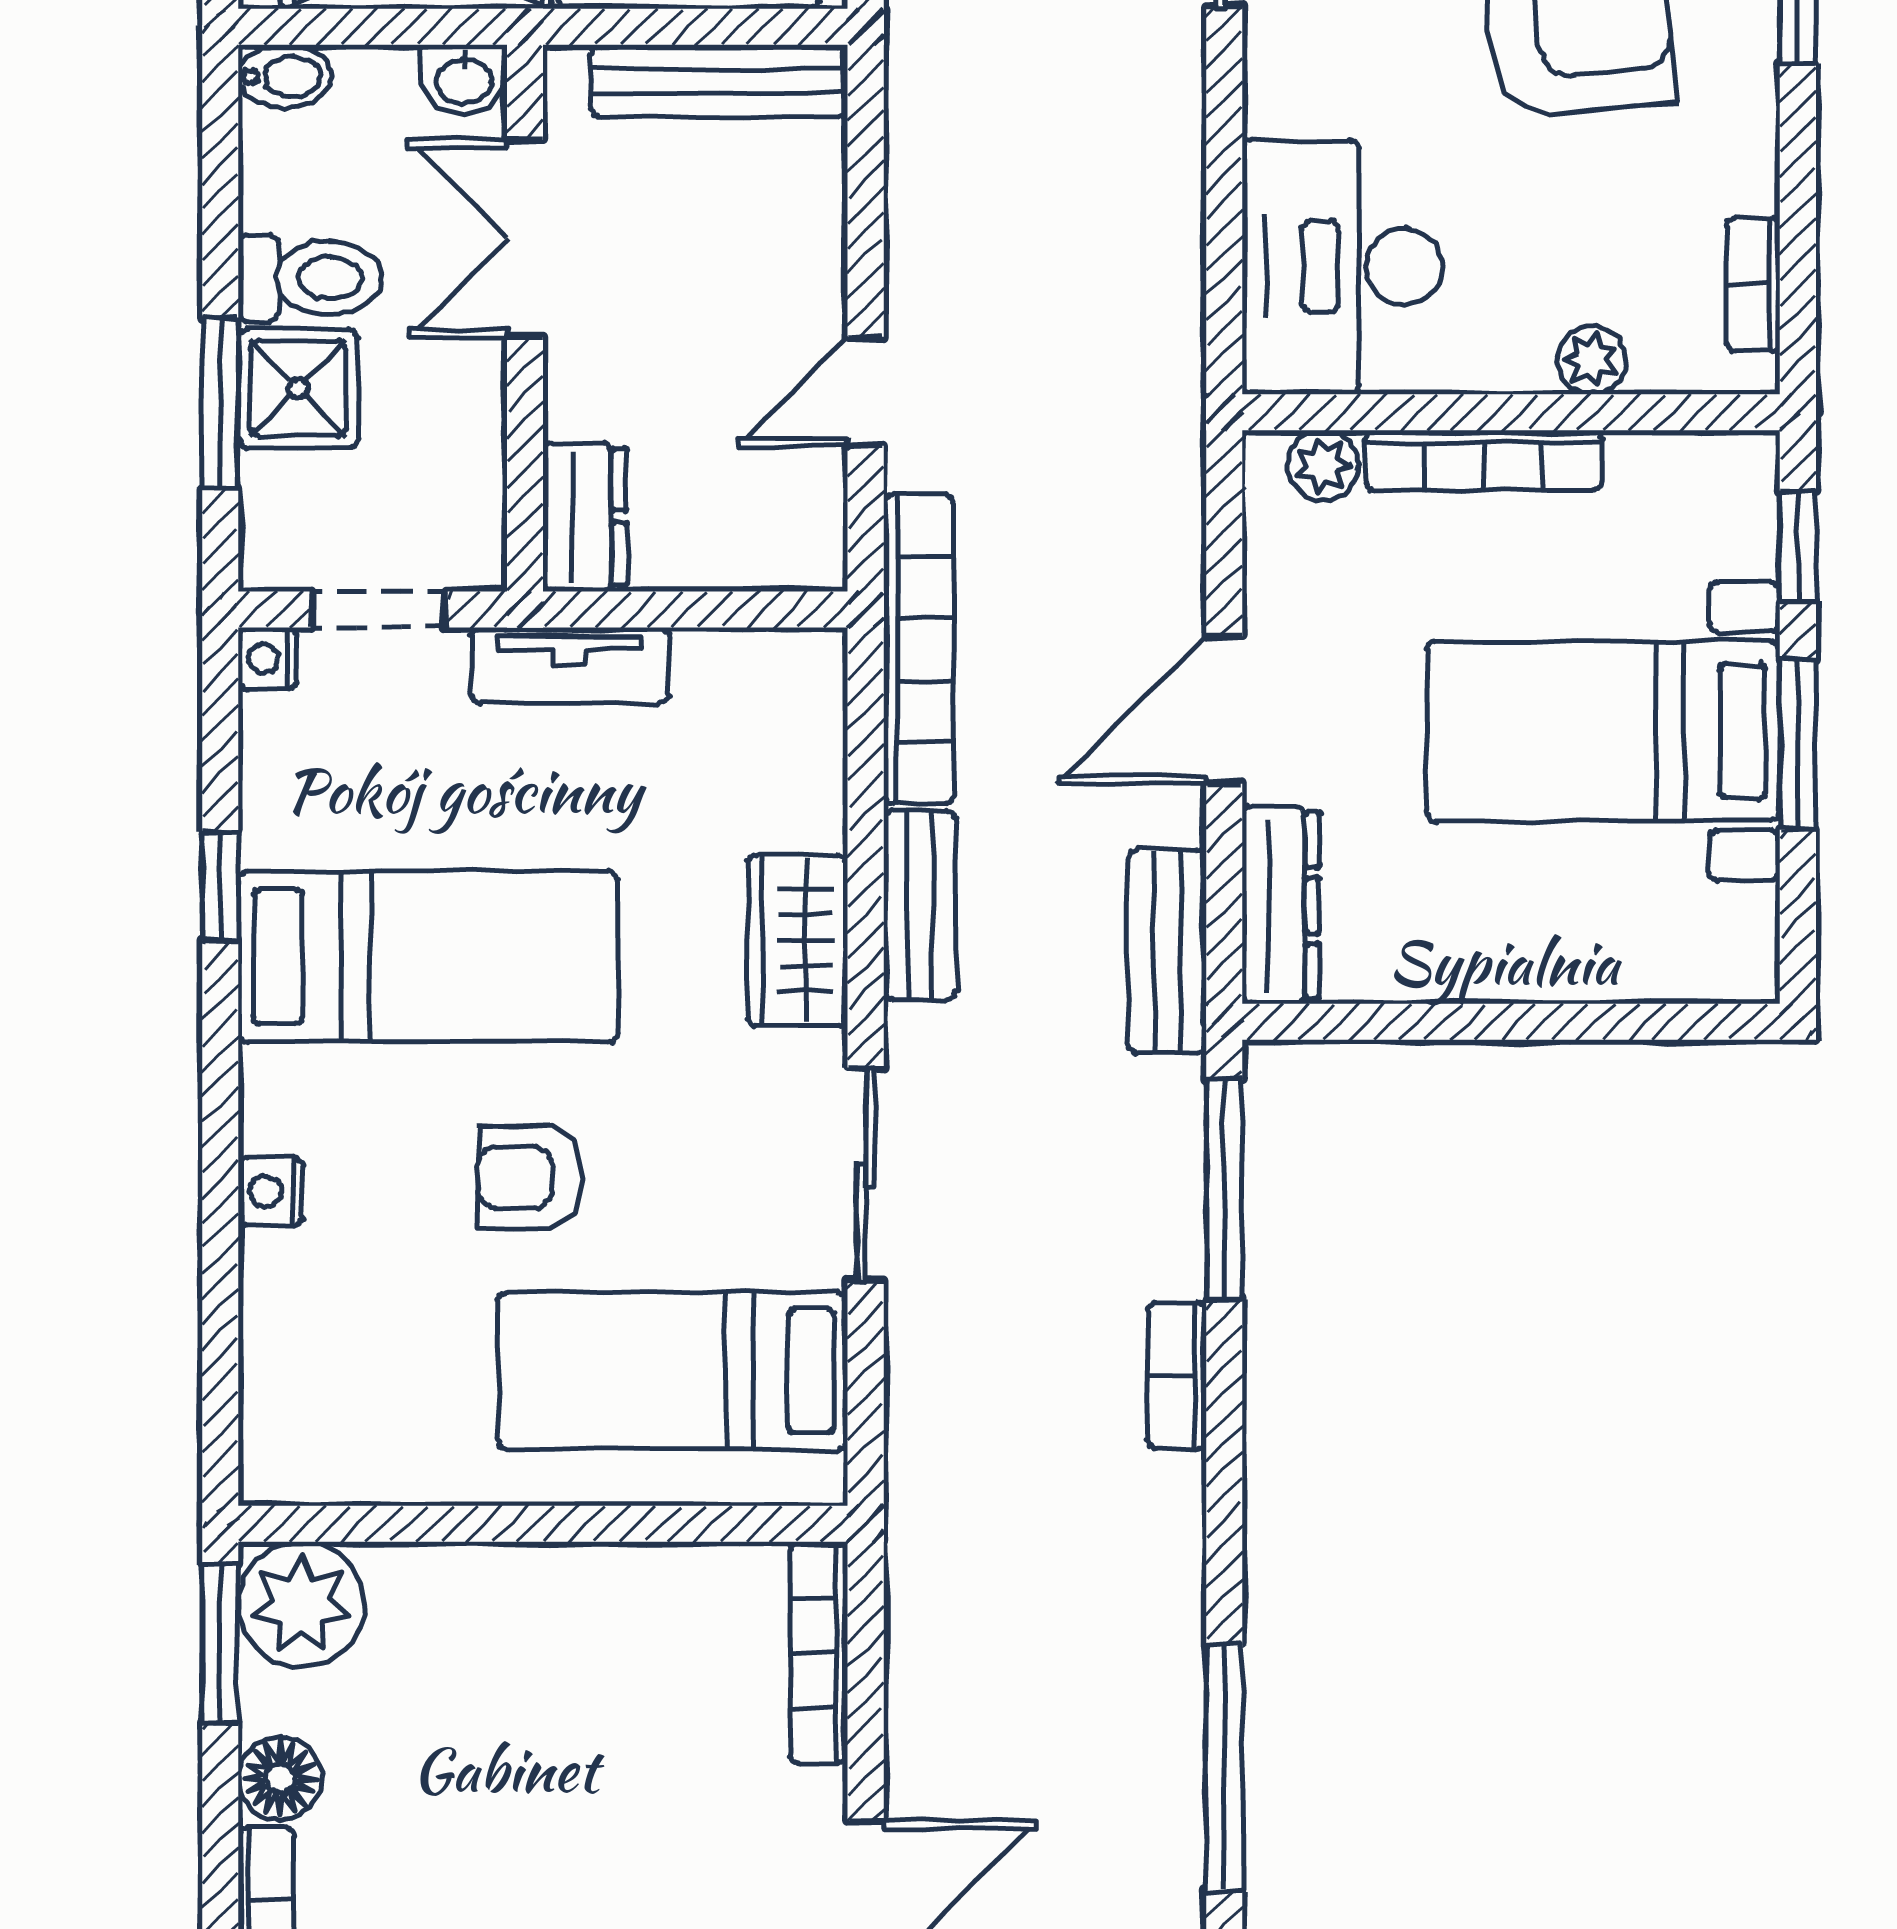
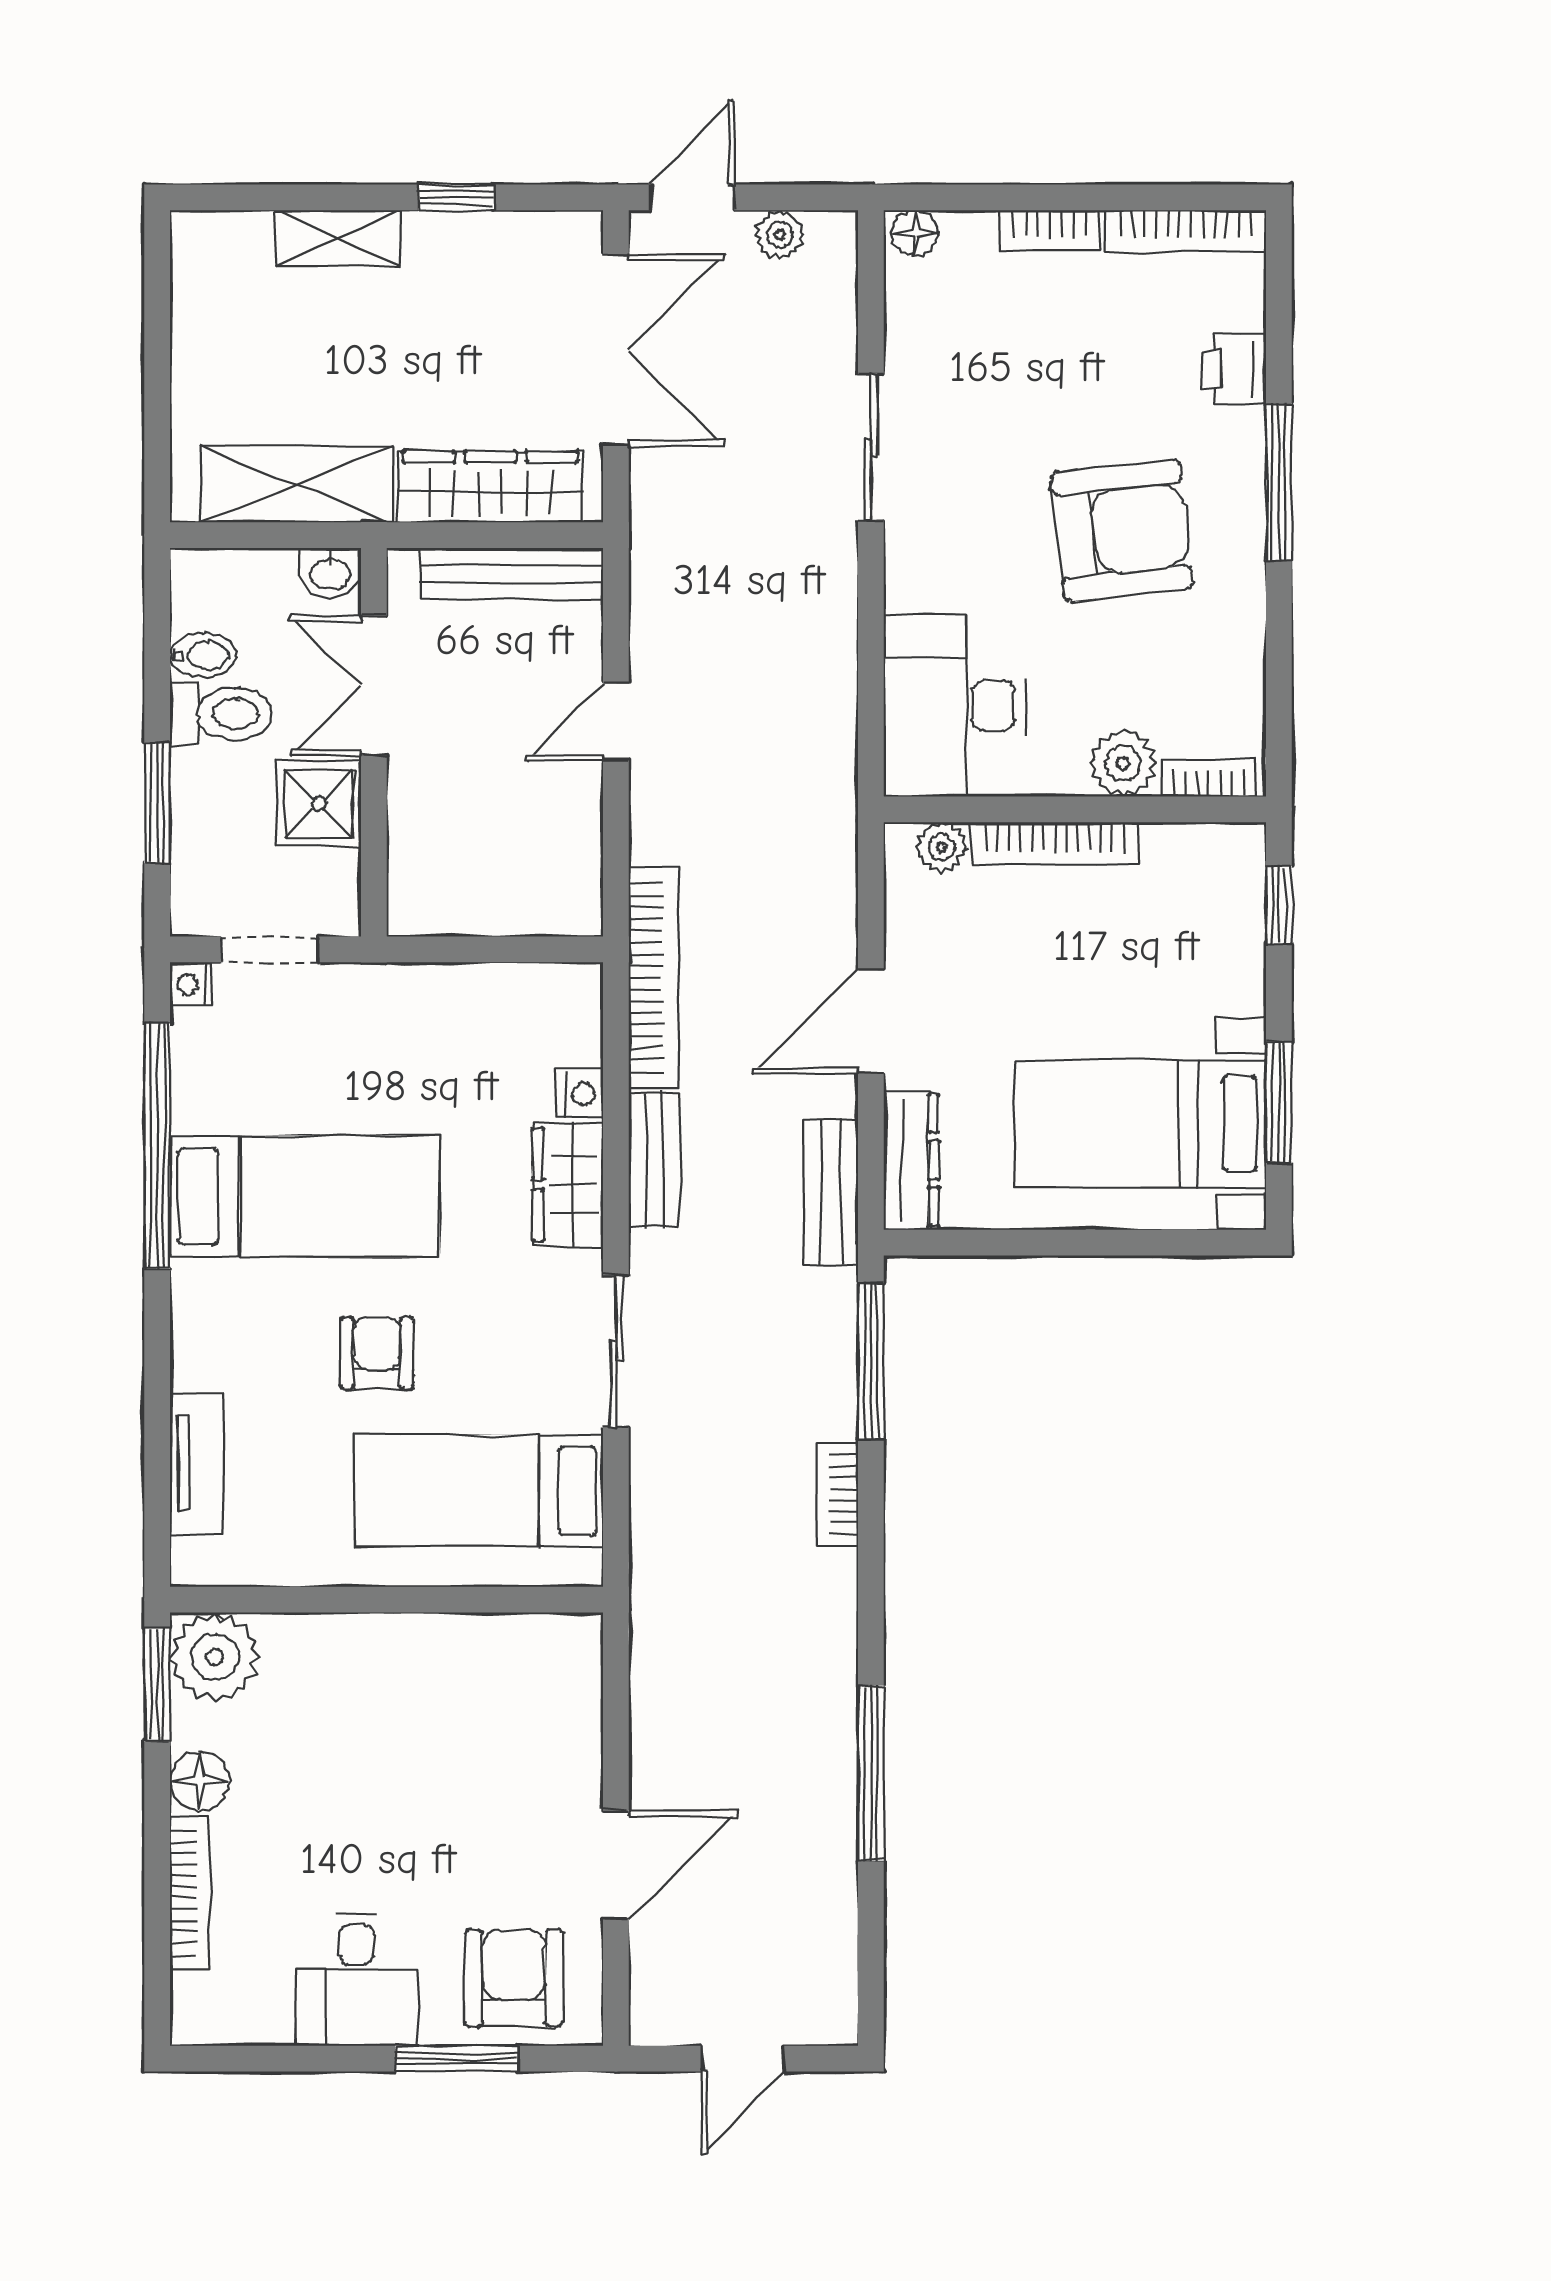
bidet: (285, 76) -> (203, 655), moved
bookcase: (1753, 285) -> (1209, 777), moved, turned 90
plant: (1591, 360) -> (1123, 763), width x1.38, depth x1.38
shower: (298, 388) -> (319, 804), moved
door: (866, 391) -> (616, 722), moved
dresser: (585, 517) -> (416, 884), removed
tv unit: (570, 665) -> (197, 1463), moved, turned -90
bed with nightstands: (1603, 731) -> (1140, 1124), moved
window: (1798, 745) -> (1279, 1102), moved
window: (220, 886) -> (157, 1146), width x3.17
armchair: (529, 1177) -> (377, 1353), turned 90
nightstand: (271, 1191) -> (580, 1094), moved, turned 180
bookcase: (819, 1653) -> (583, 1691), removed

